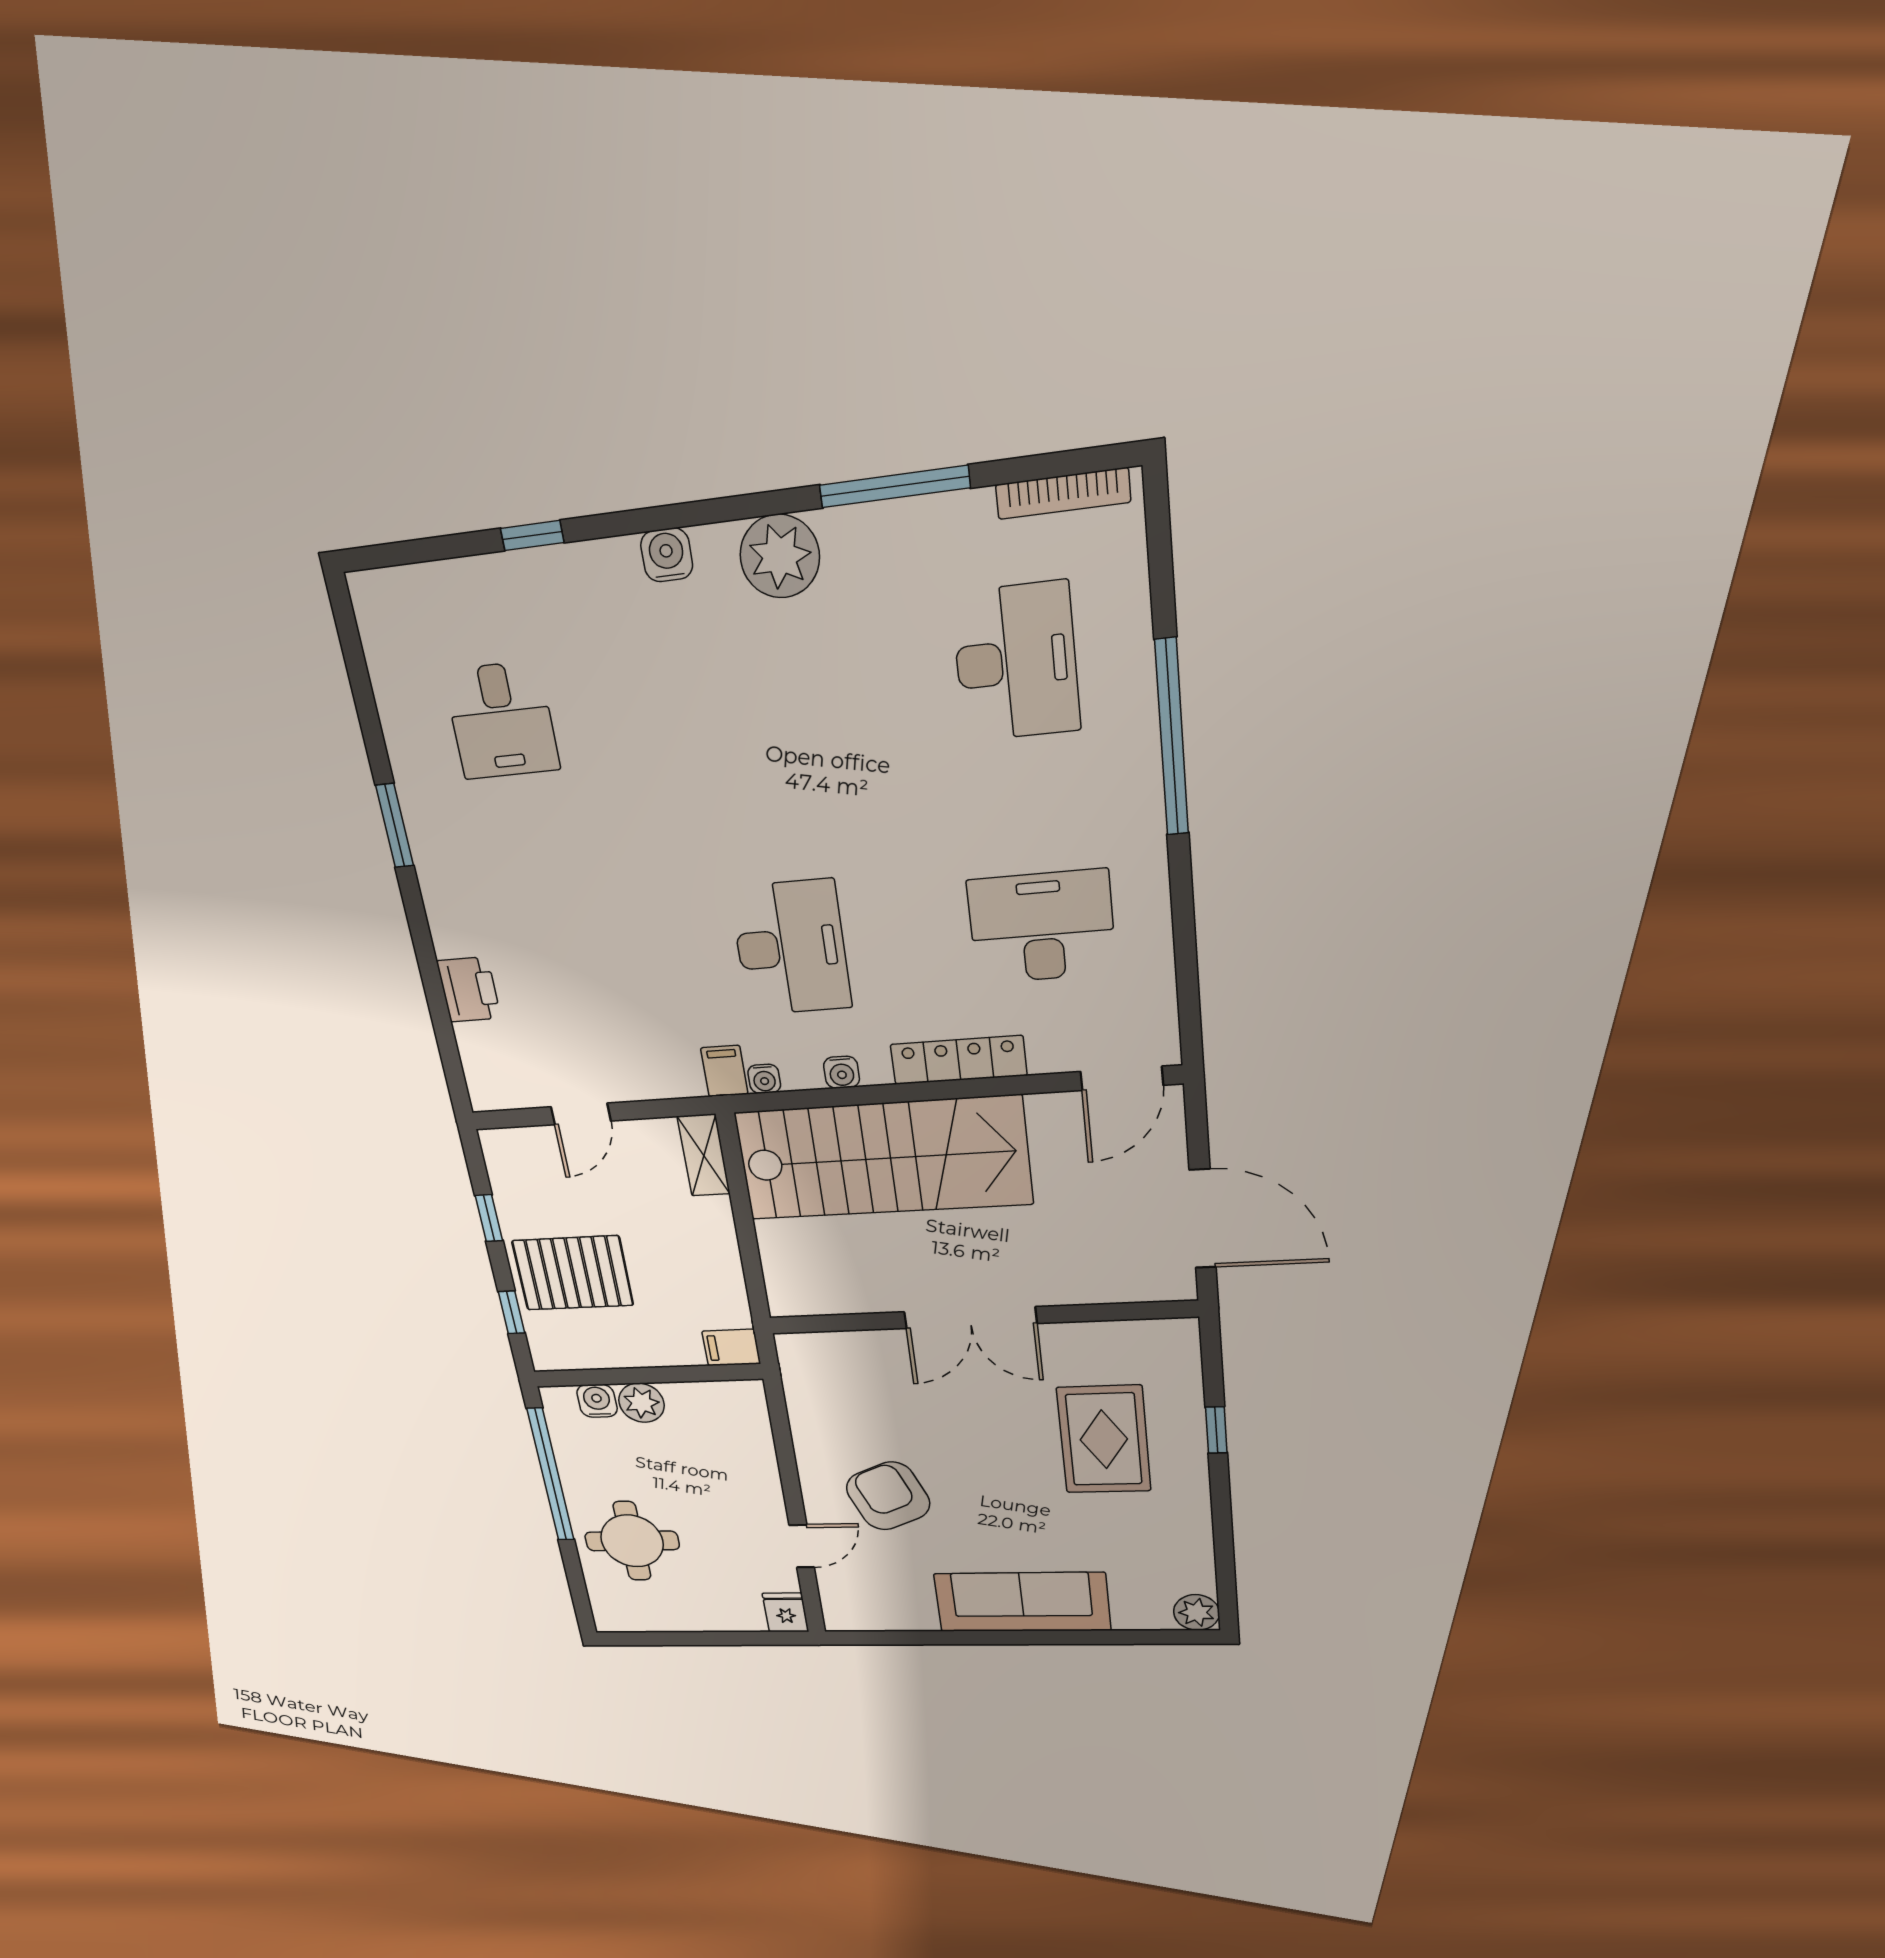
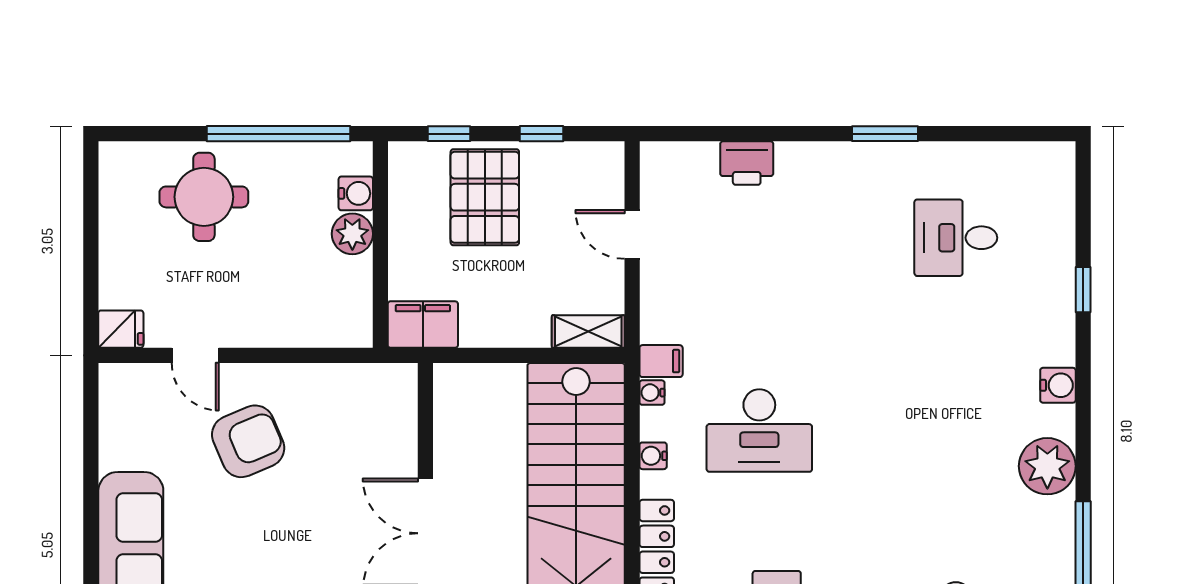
filing cabinet: (731, 1347) -> (423, 325), width x2.00

